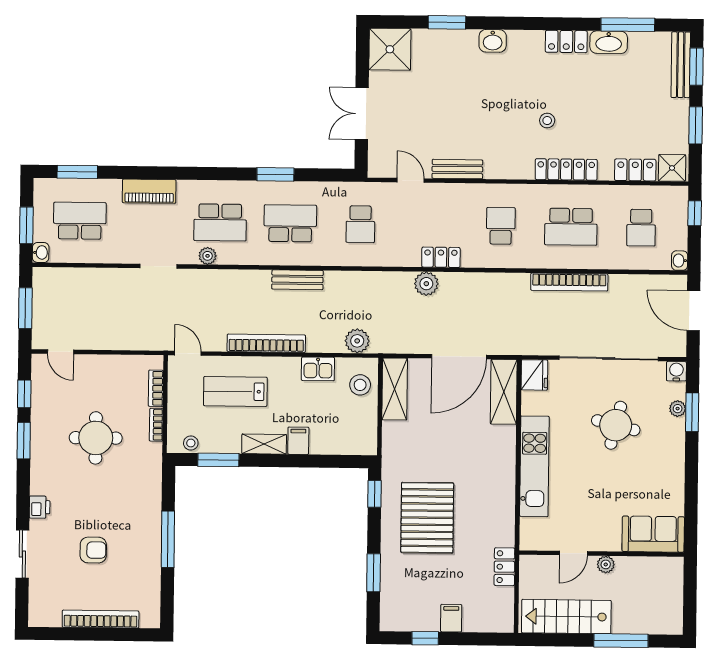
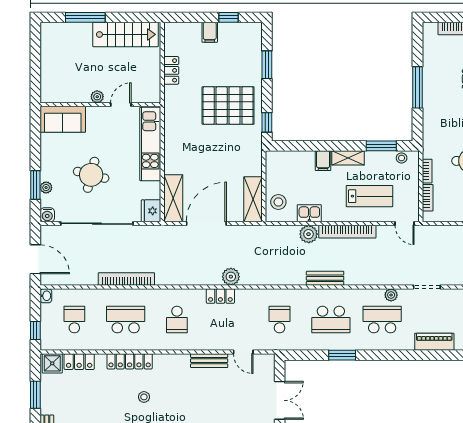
plant: (357, 341) -> (309, 234), moved
pallet: (427, 518) -> (228, 106), turned 90
sofa: (653, 534) -> (63, 119), moved
door: (573, 553) -> (121, 105), moved
wall: (602, 554) -> (100, 105), moved
plant: (606, 564) -> (97, 97), moved

